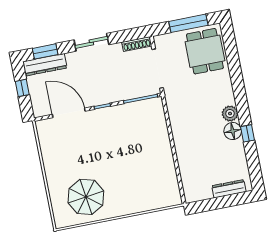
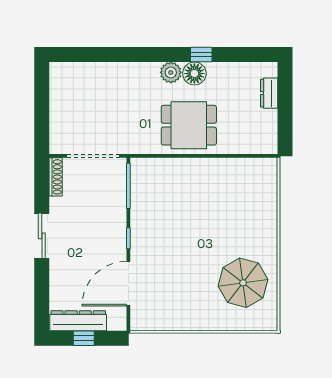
window: (188, 23) -> (42, 104), removed
window: (45, 51) -> (42, 299), removed
dining table: (205, 51) -> (189, 125), moved
dresser: (45, 65) -> (78, 321), moved, turned -90
dresser: (229, 189) -> (269, 93), width x0.70

